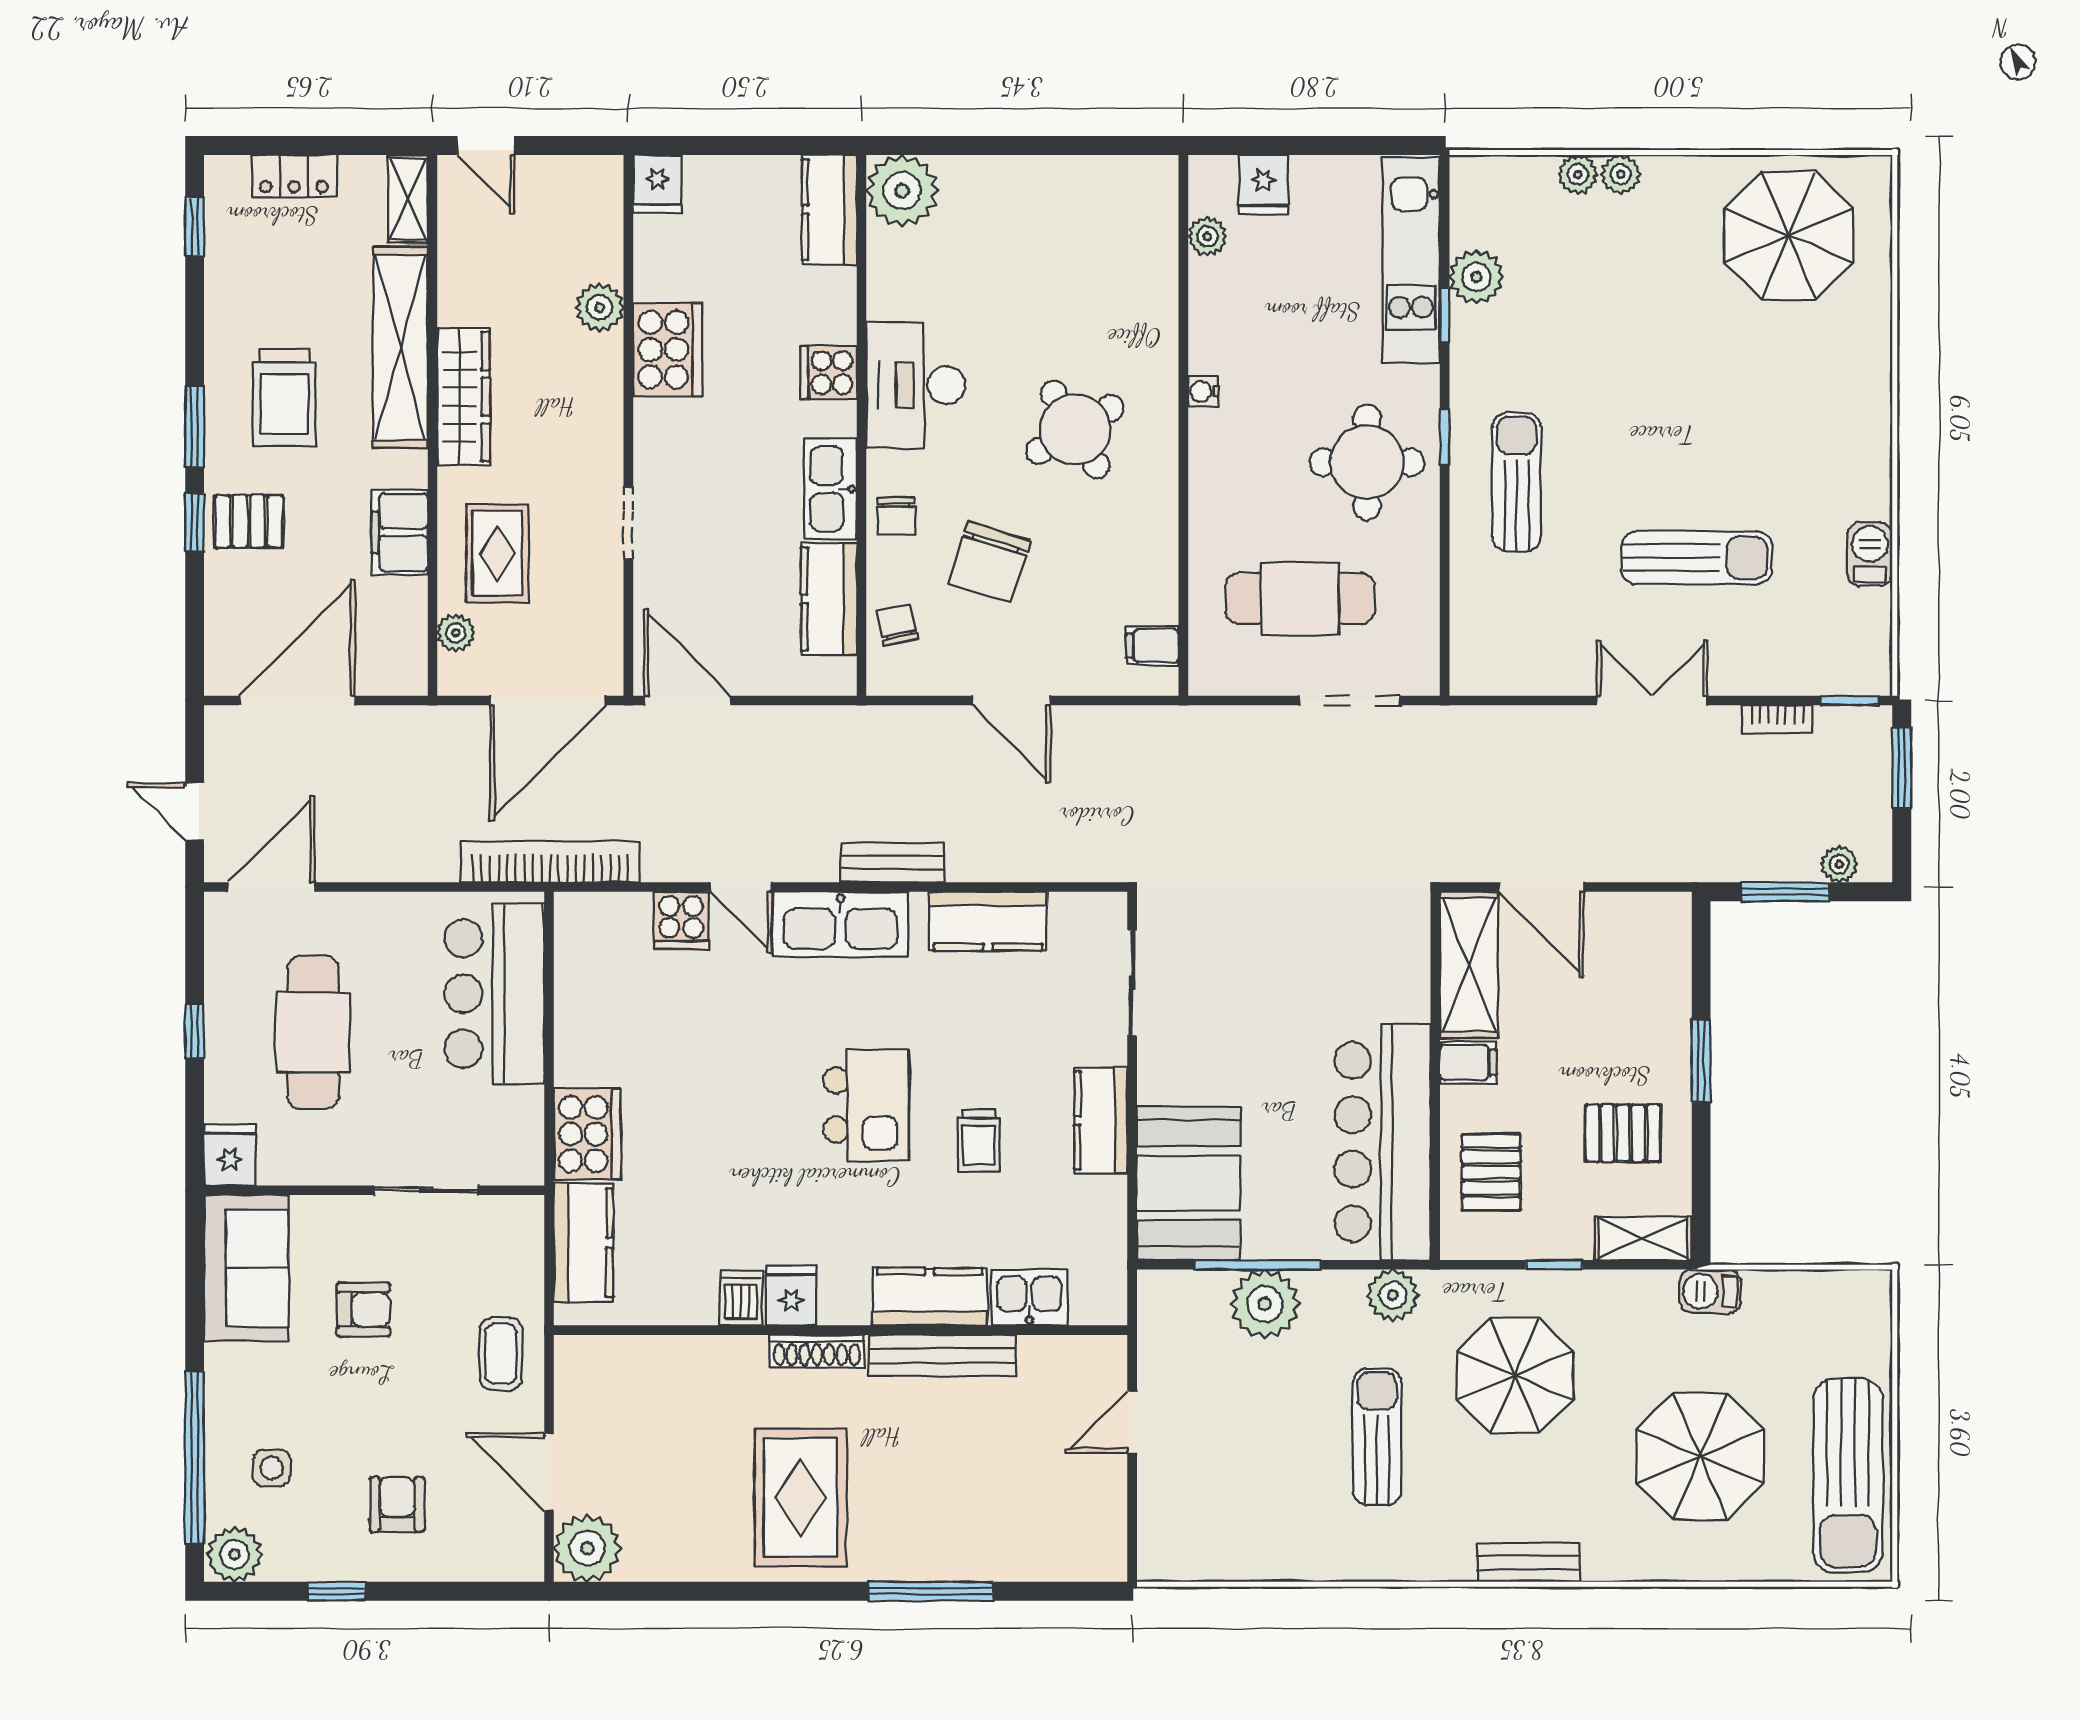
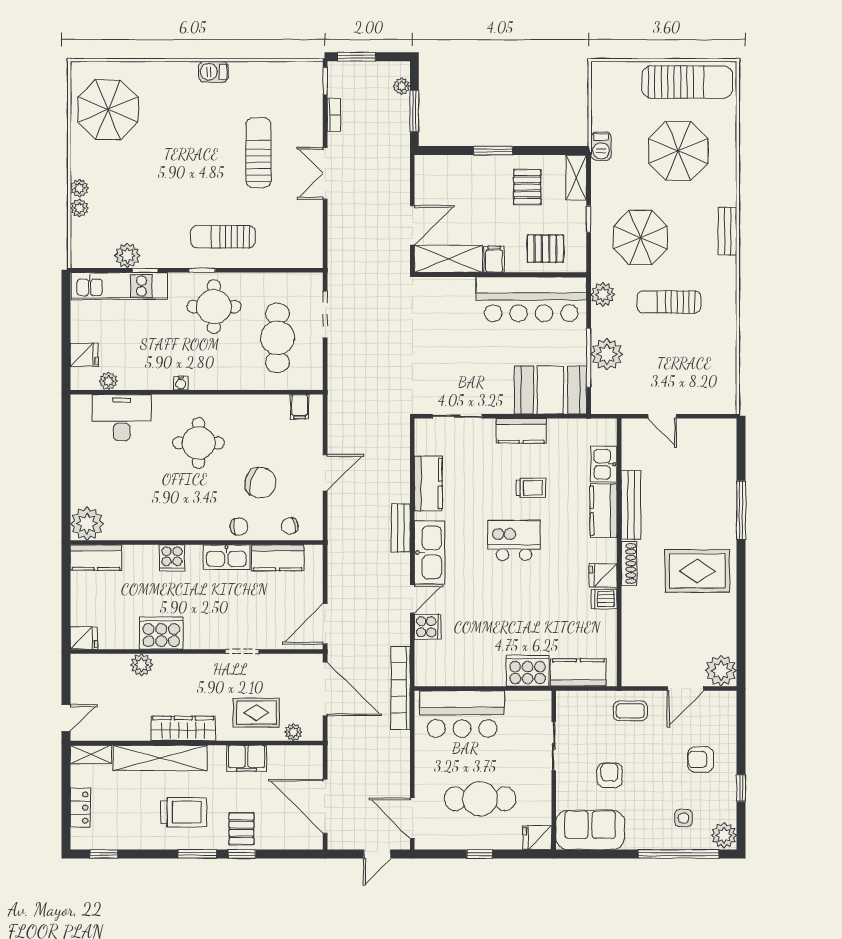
desk: (916, 385) -> (122, 418), moved, turned 180
round table: (1075, 429) -> (199, 443), turned 31
barbecue: (1870, 554) -> (213, 72), moved

